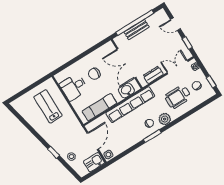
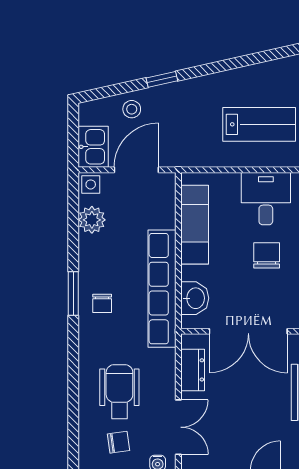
double door: (126, 63) -> (248, 331), swing flipped
plant: (165, 119) -> (92, 220), moved
door: (93, 141) -> (136, 170), swing flipped

